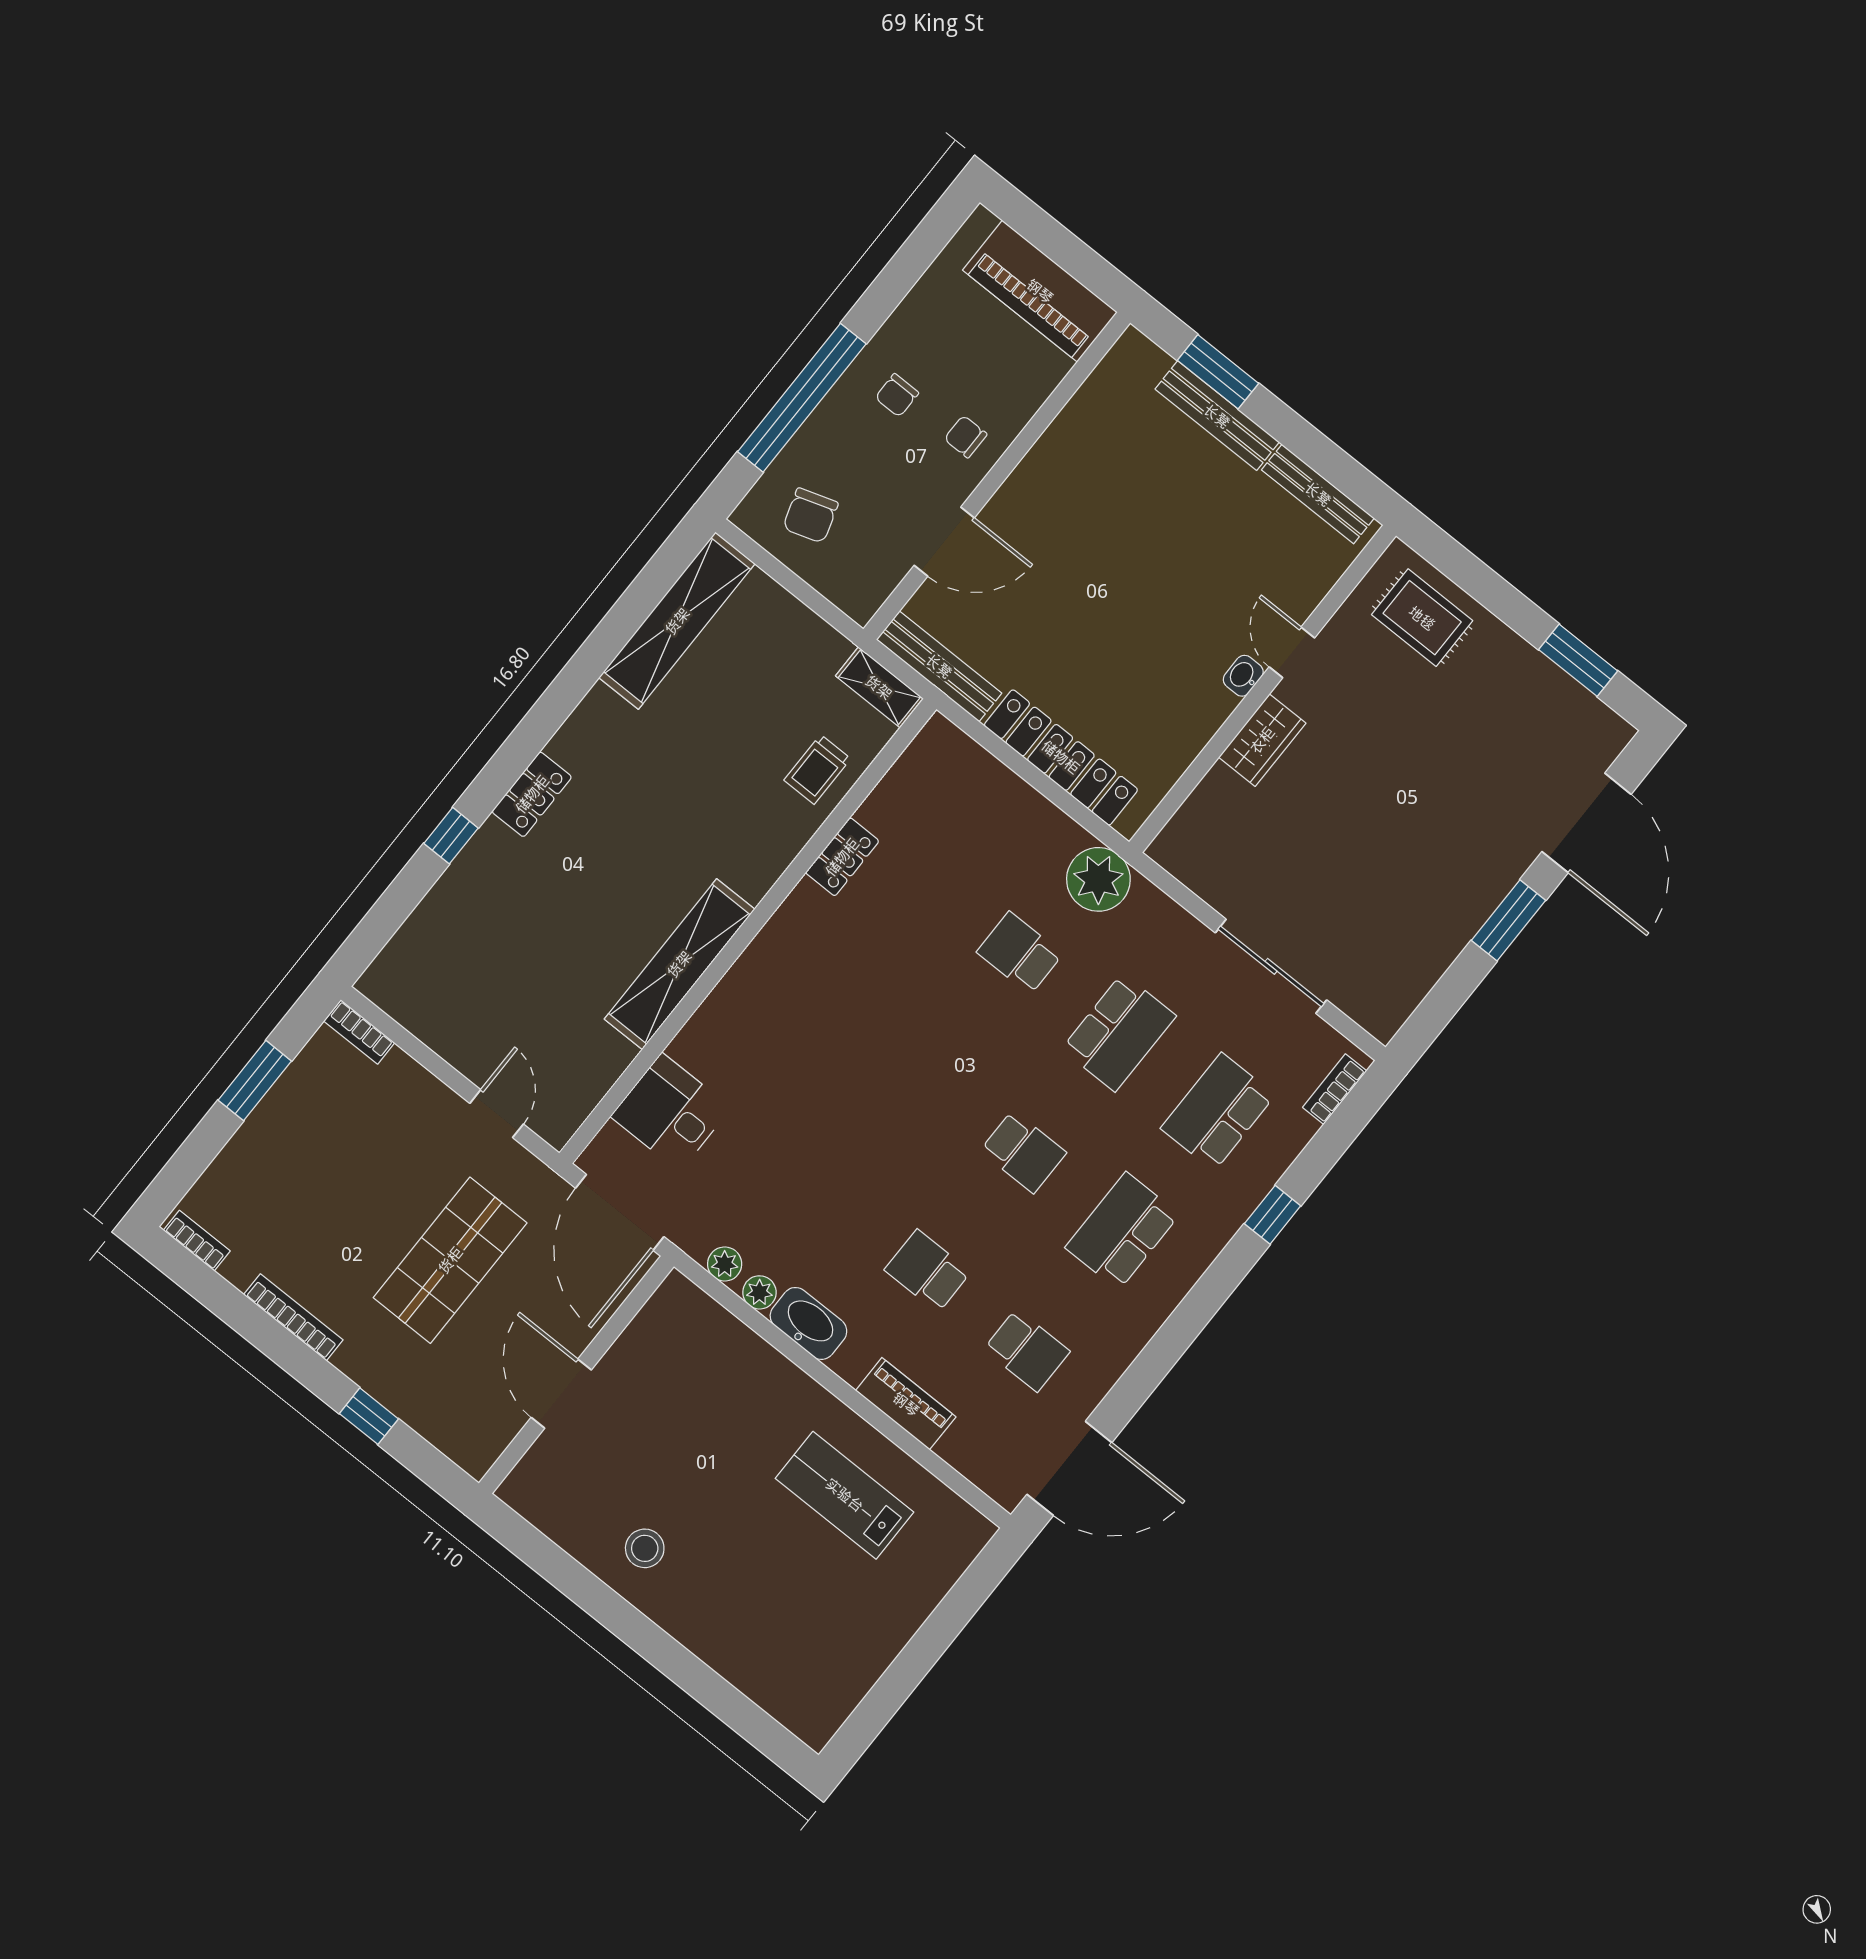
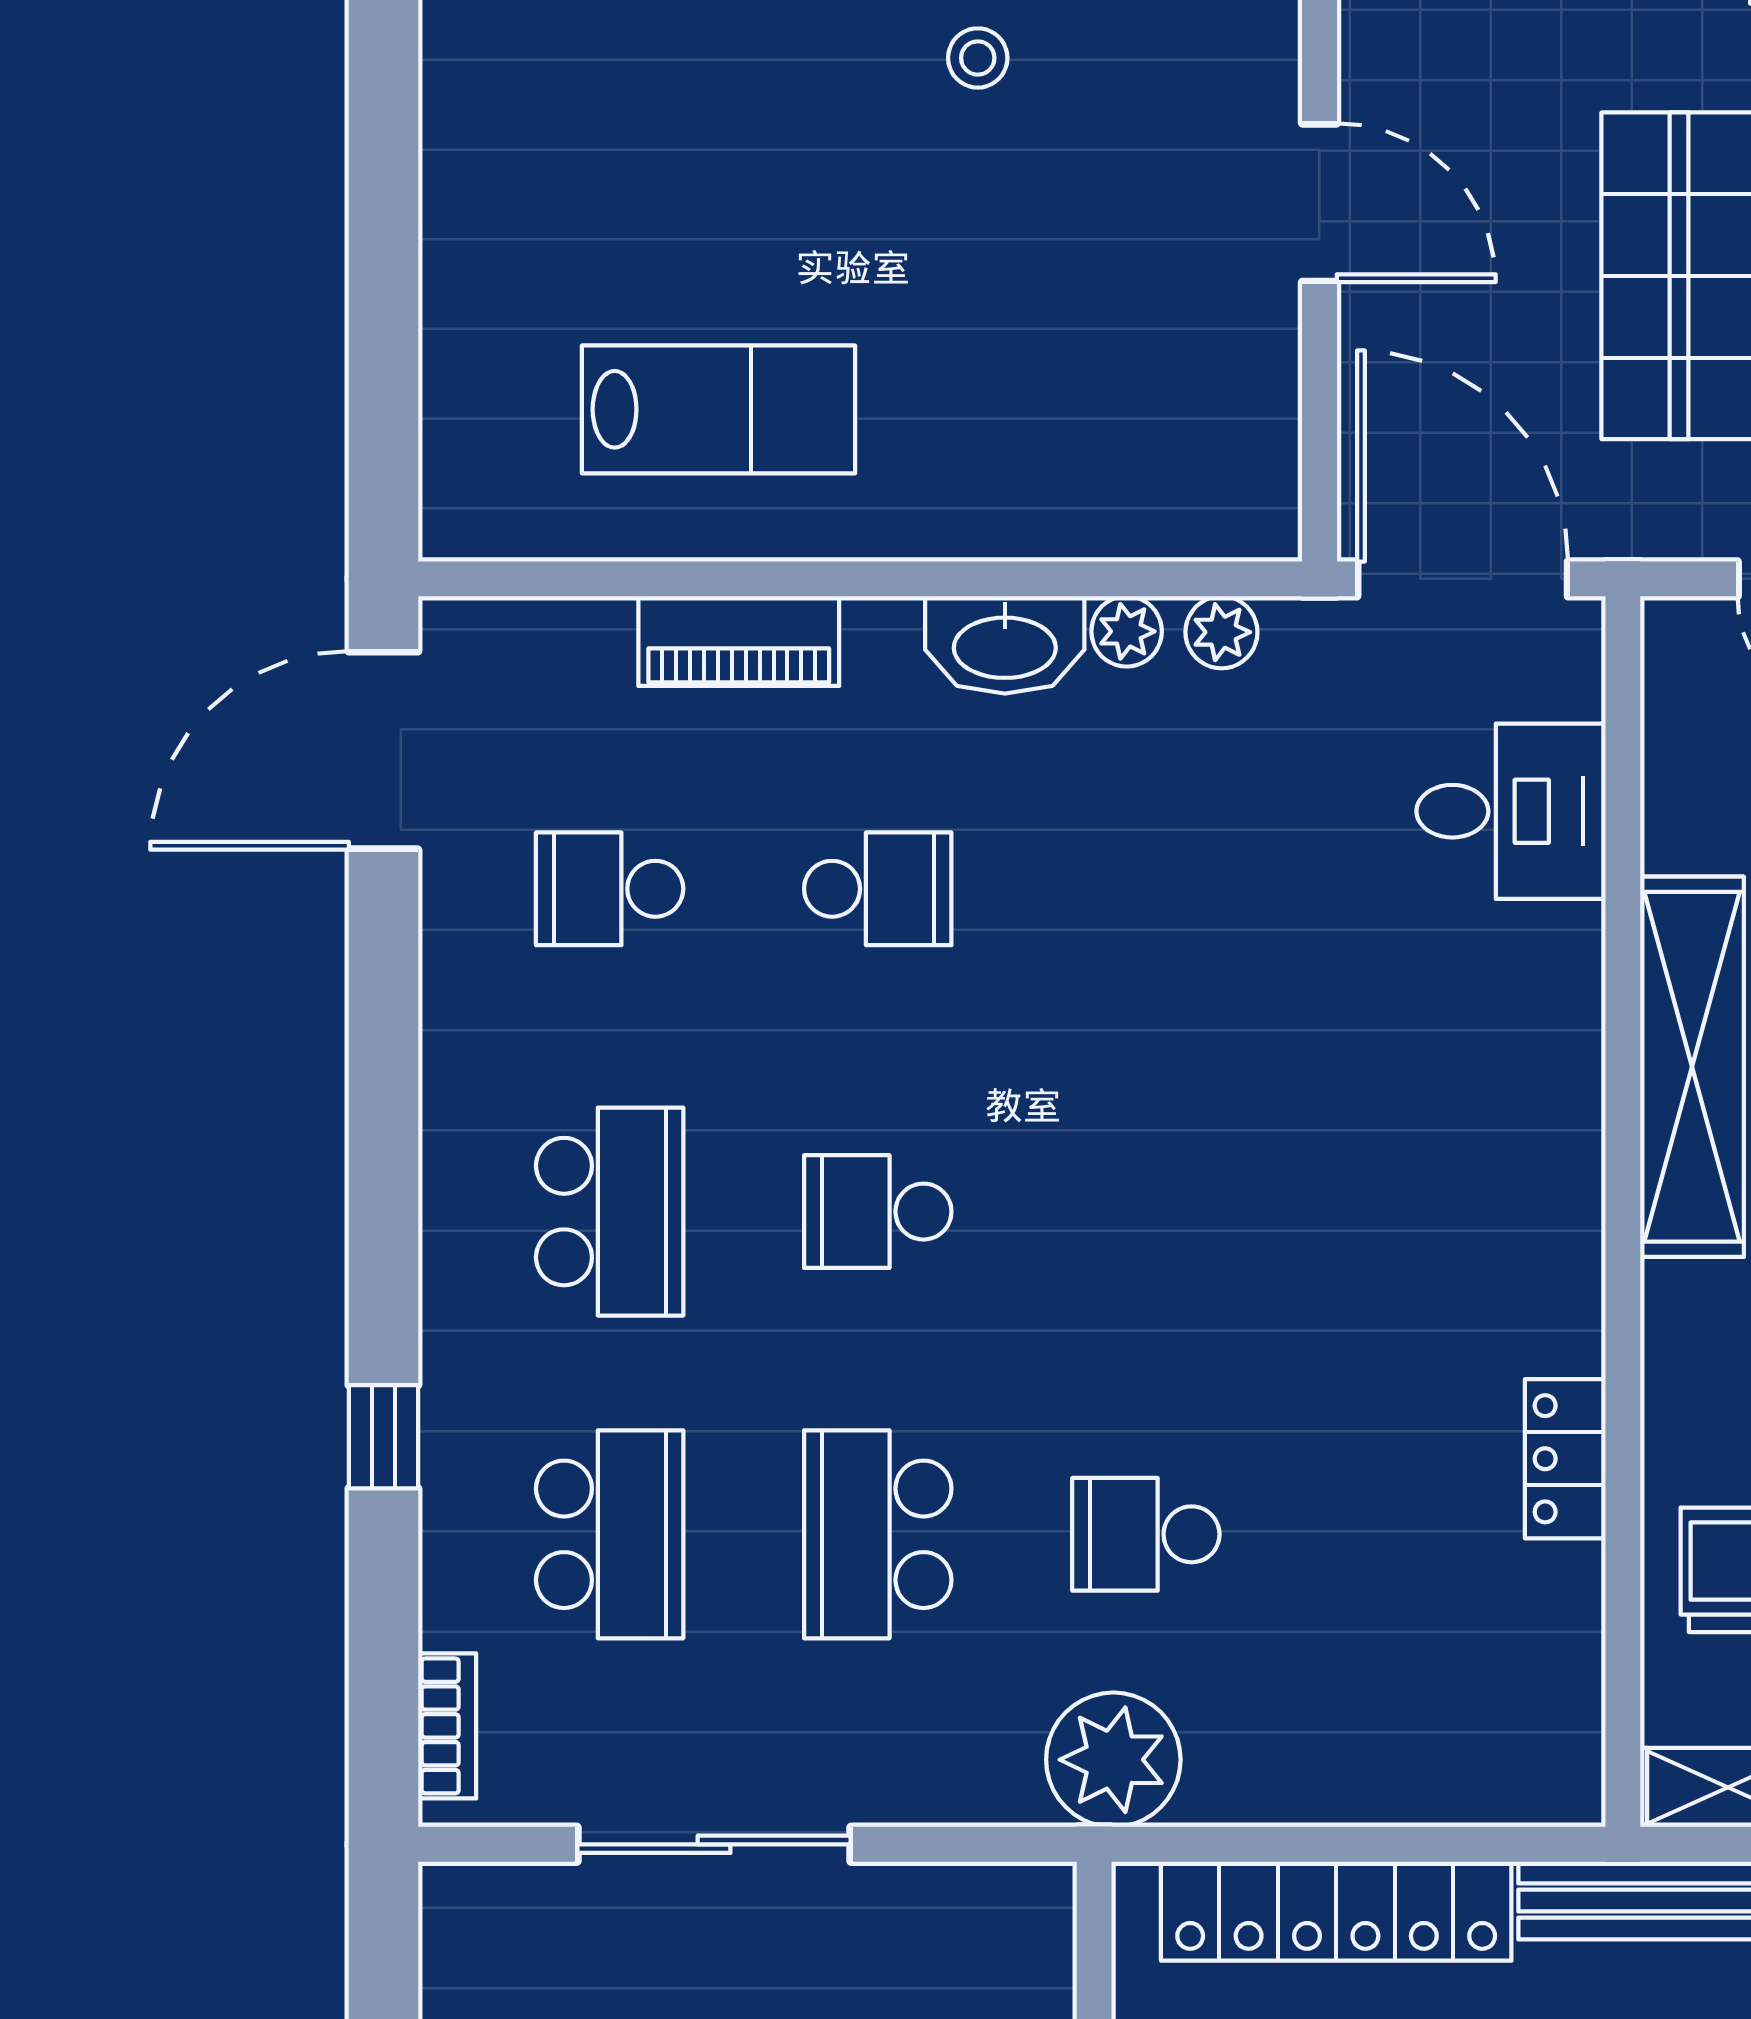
school desk: (1020, 953) -> (1146, 1534), turned 180
stool: (645, 1548) -> (978, 58), width x0.73, depth x0.73

